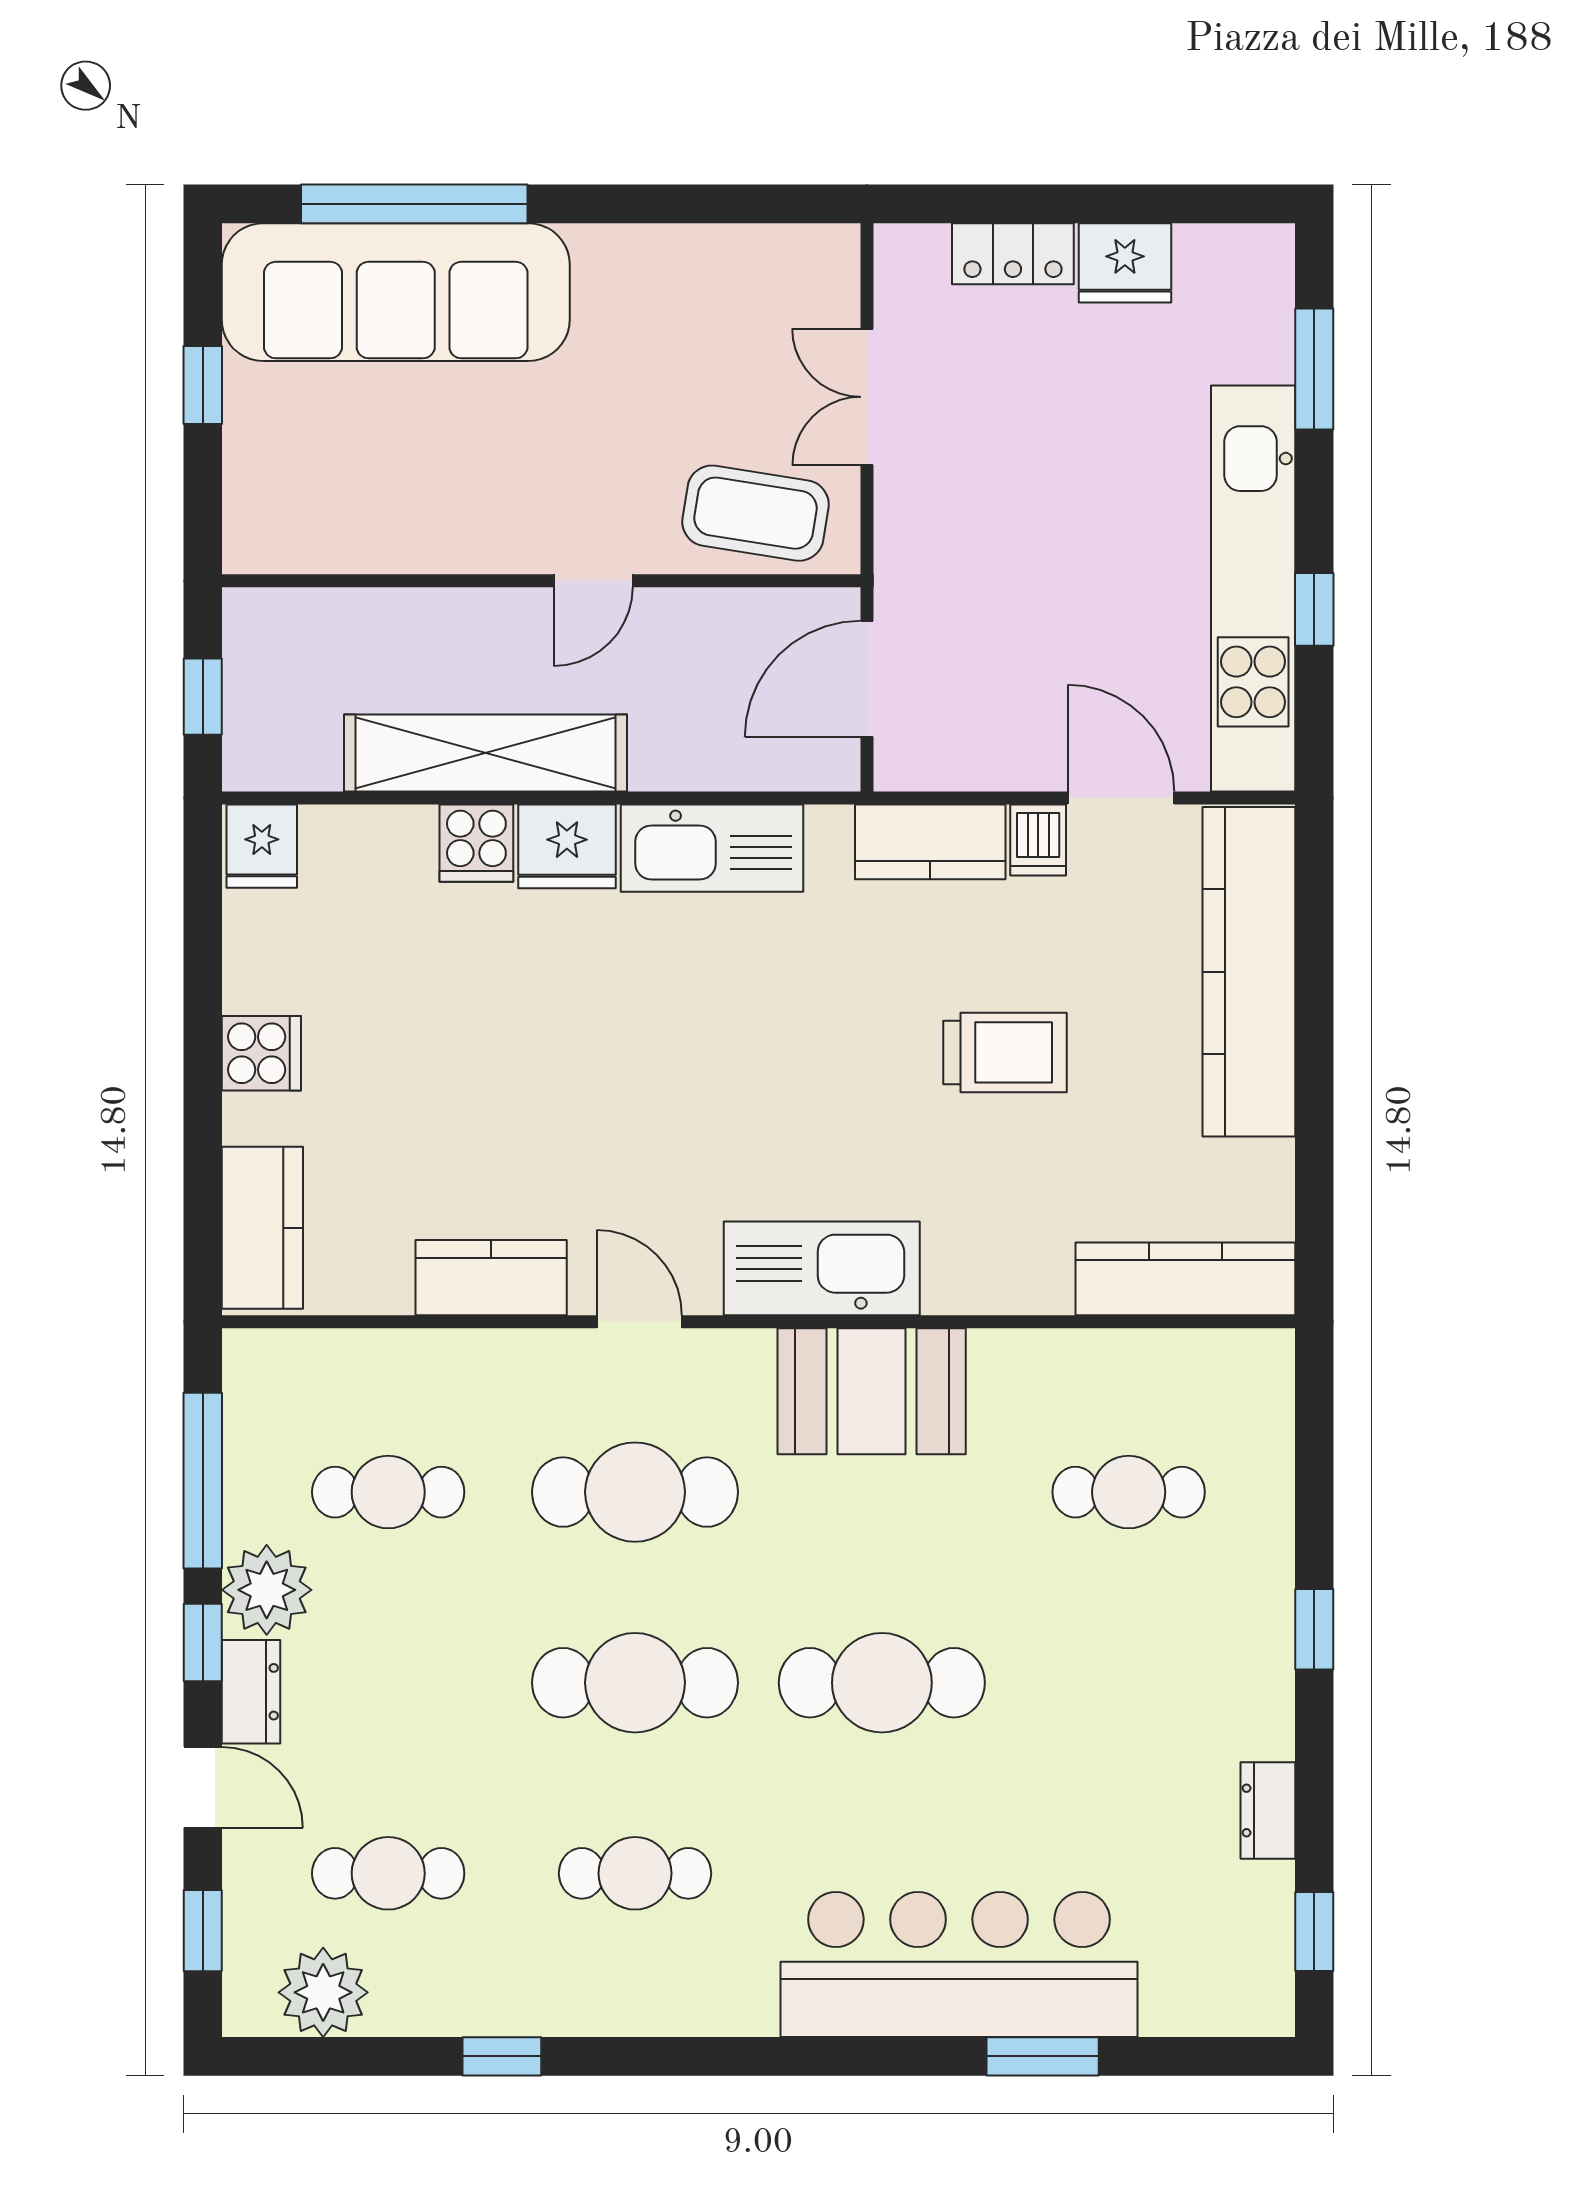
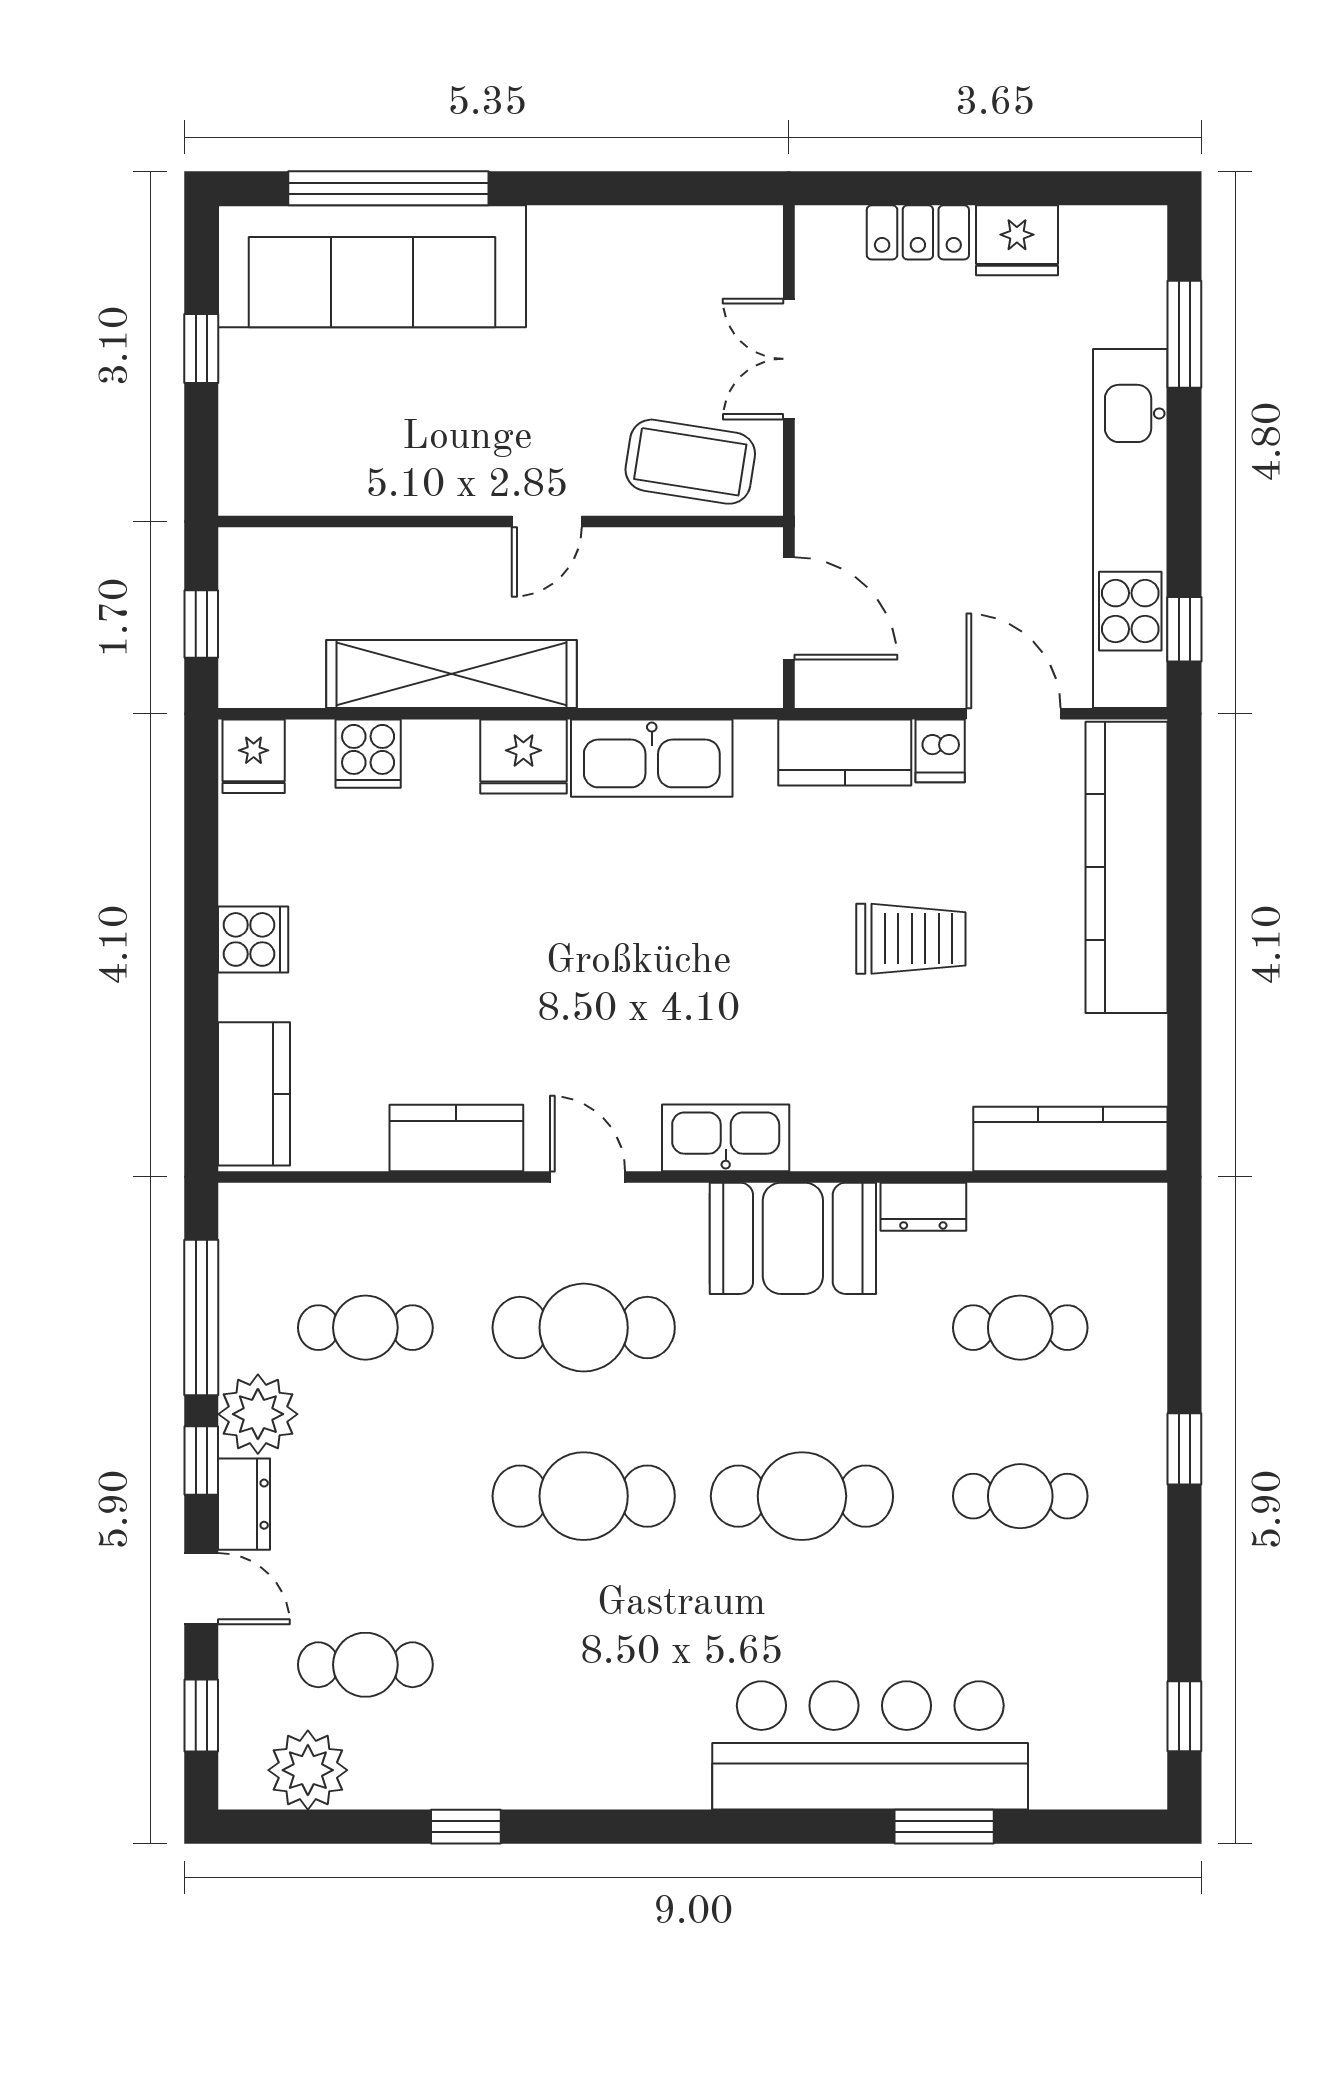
window: (1314, 609) -> (1184, 629), moved
door: (867, 679) -> (789, 608), swing flipped
cooker: (476, 843) -> (368, 754), moved
kitchen sink: (822, 1268) -> (726, 1138), width x0.73, depth x0.81
dresser: (1268, 1810) -> (923, 1207), moved, turned -90
cafe table: (635, 1873) -> (1020, 1496), moved

